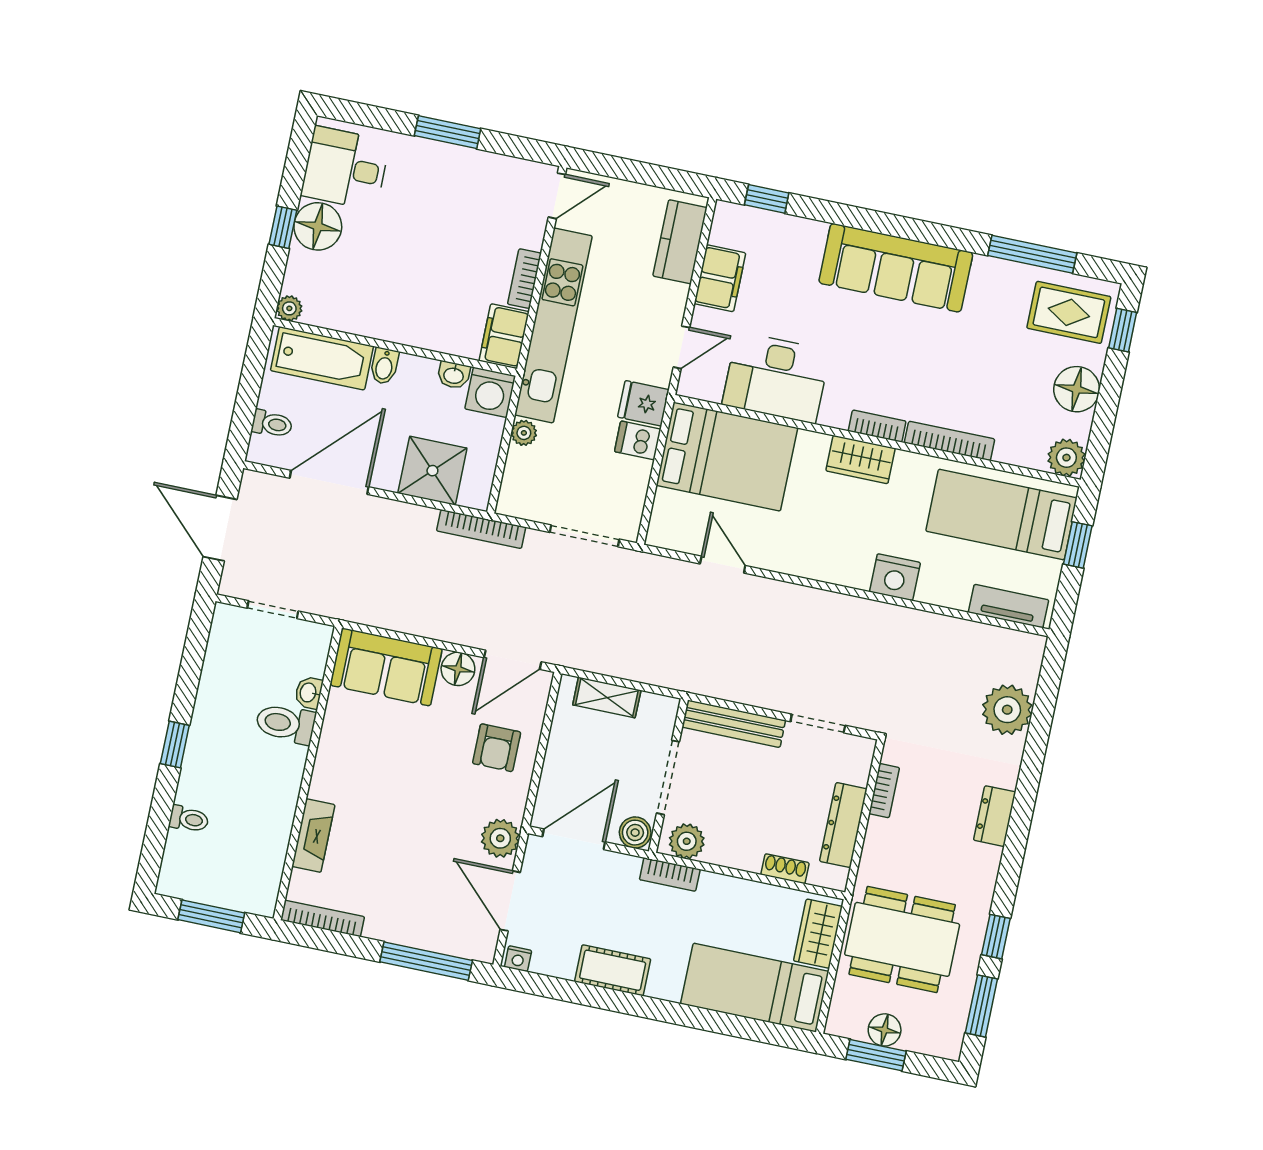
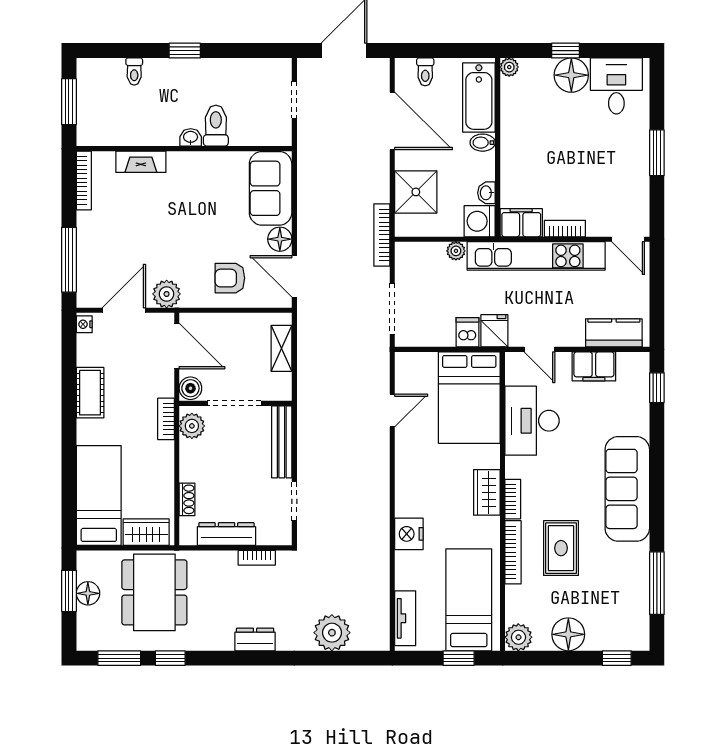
rug: (1069, 312) -> (561, 548), moved
washbasin: (309, 693) -> (191, 137), moved

